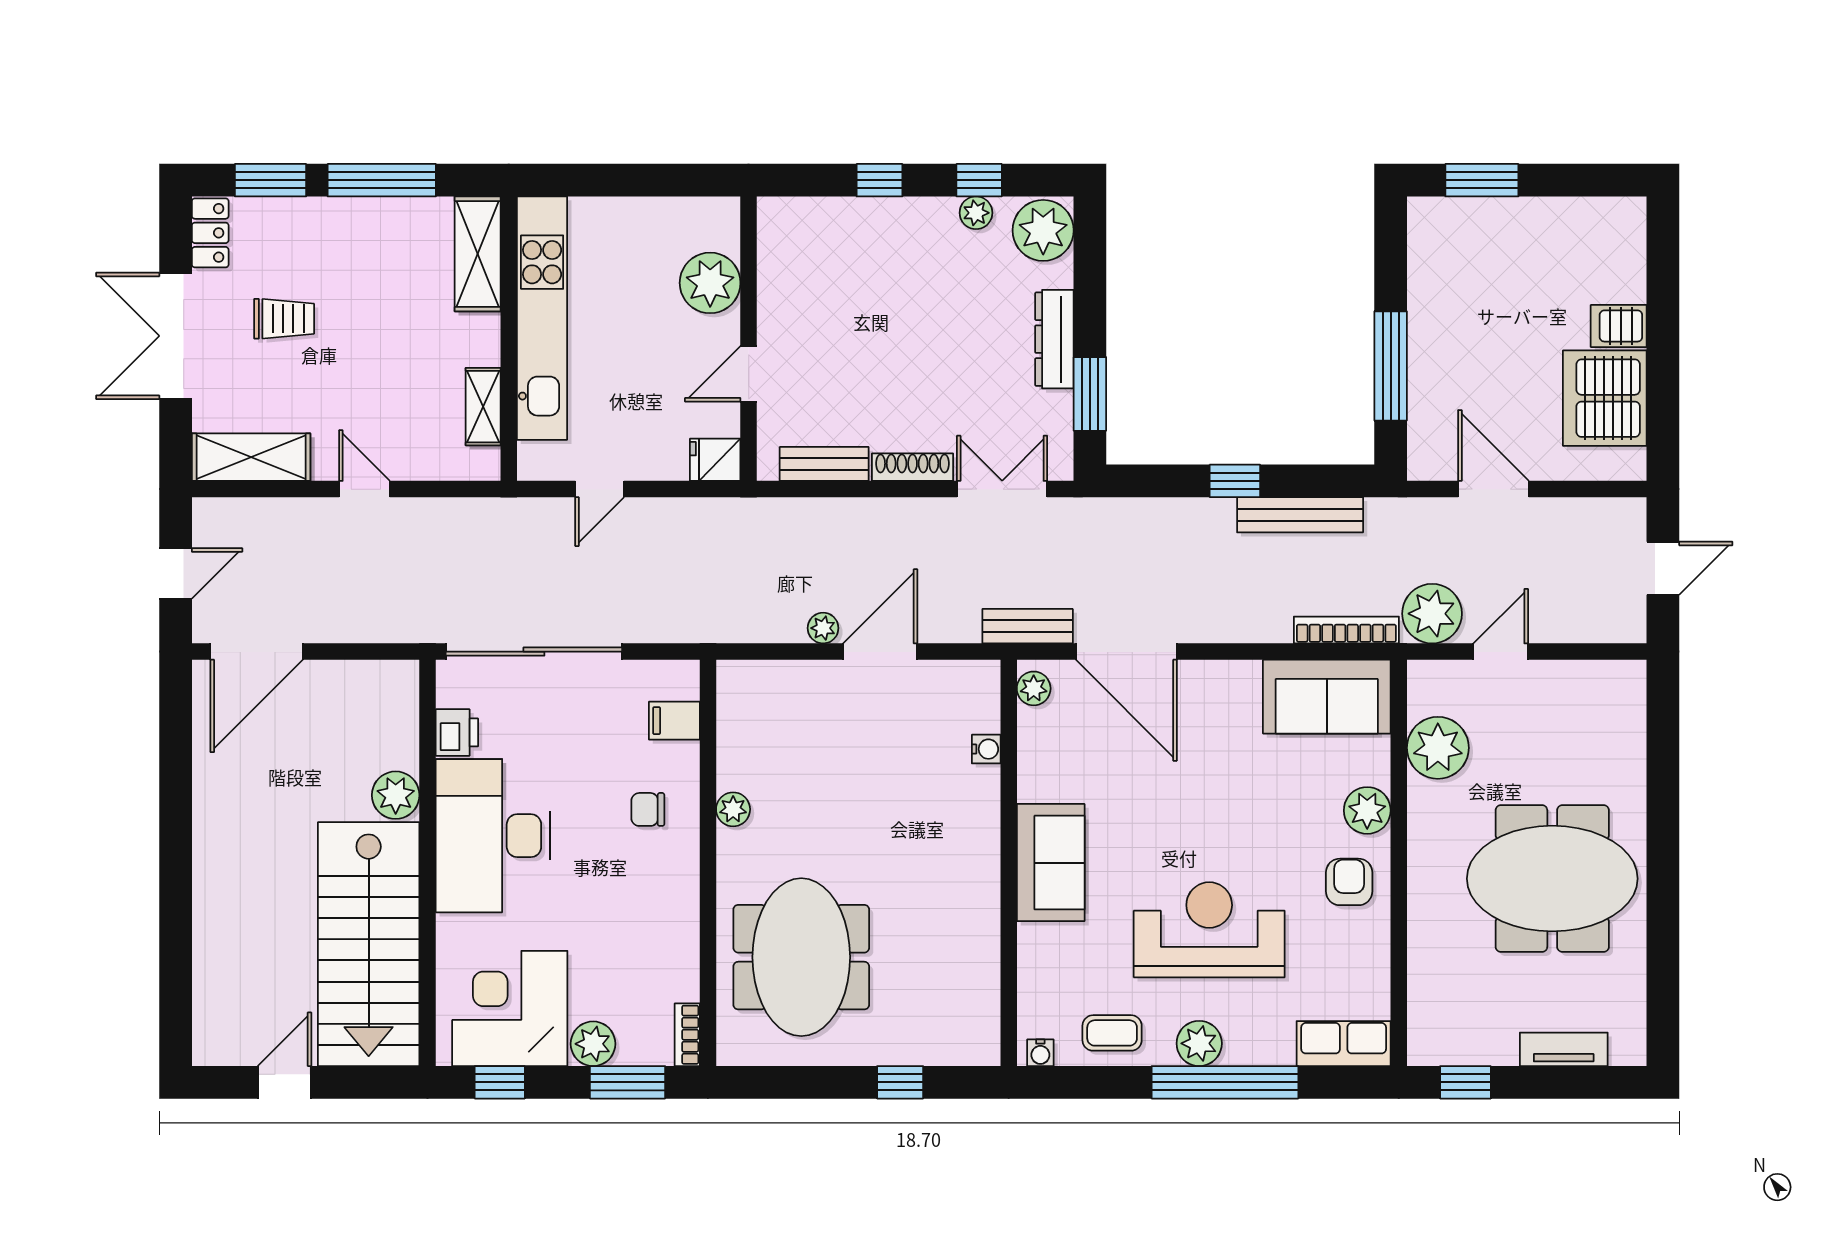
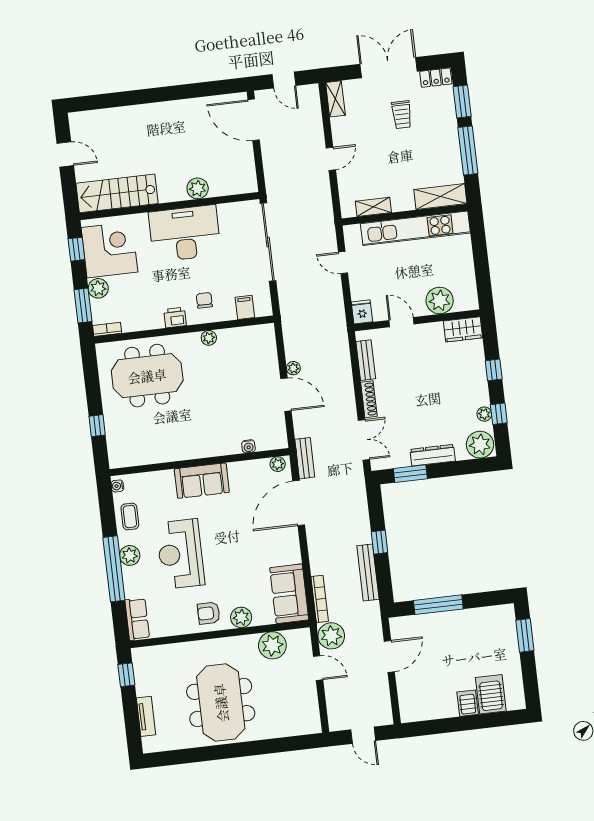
wardrobe: (781, 238) -> (463, 329), added
server rack: (1605, 398) -> (491, 694), moved, width x0.62
shelving: (251, 457) -> (335, 99), width x0.67, depth x0.75
printer: (457, 732) -> (175, 318), moved, turned 180
armchair: (1349, 882) -> (209, 613), turned 180
reception desk: (1209, 930) -> (180, 554), turned 180
stairs: (369, 944) -> (117, 193), width x0.73, depth x0.66

